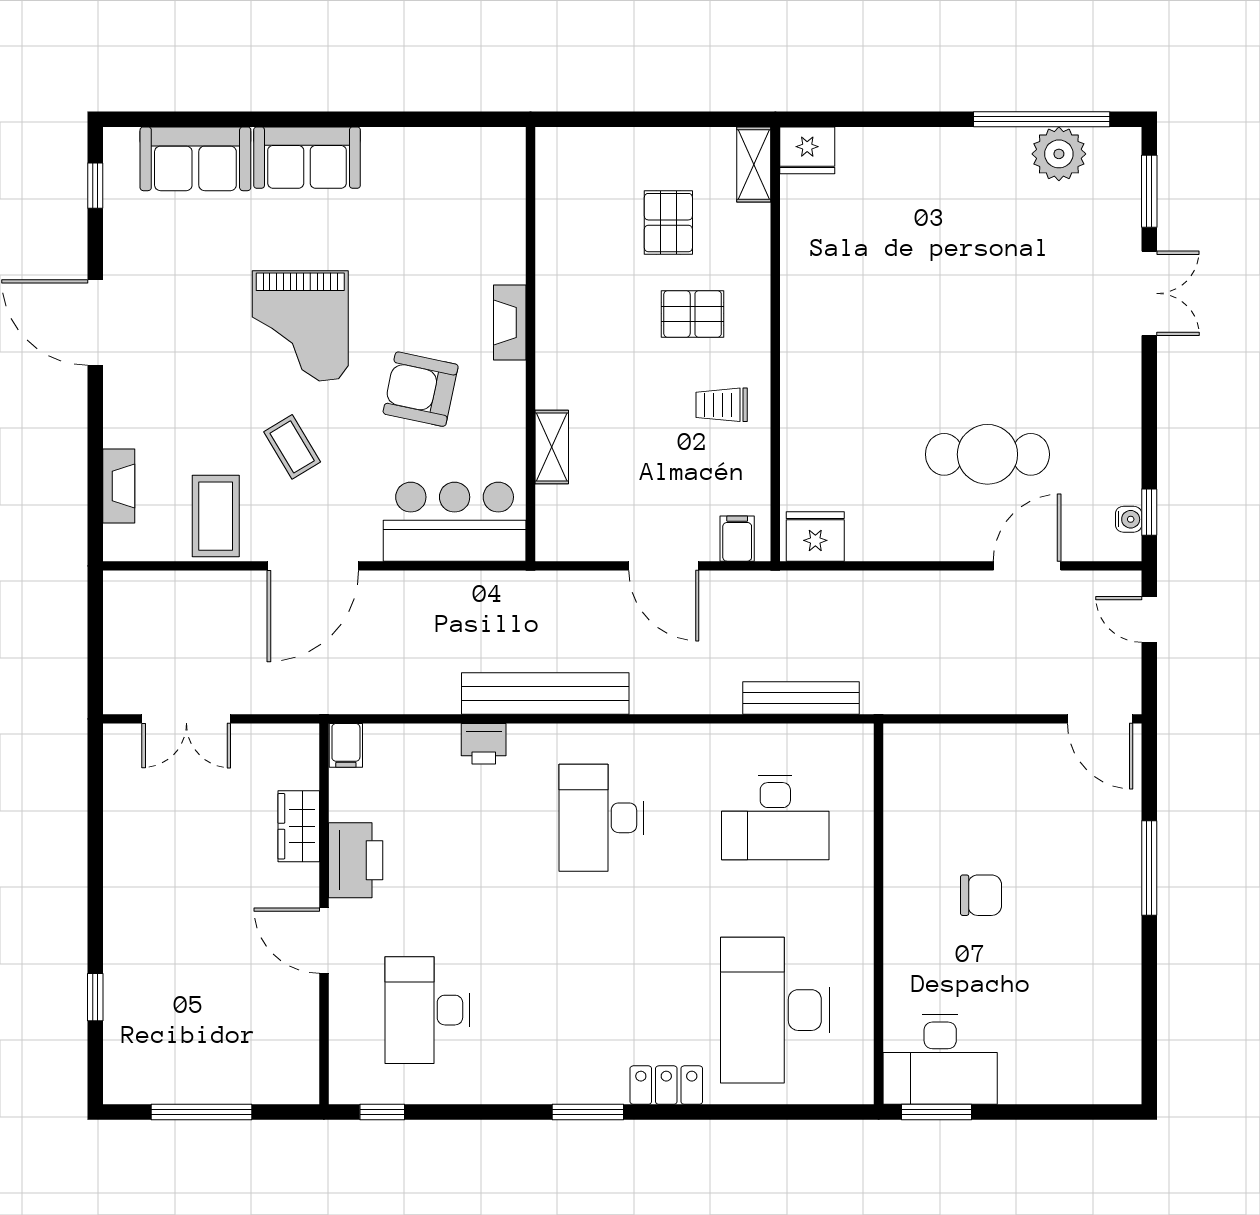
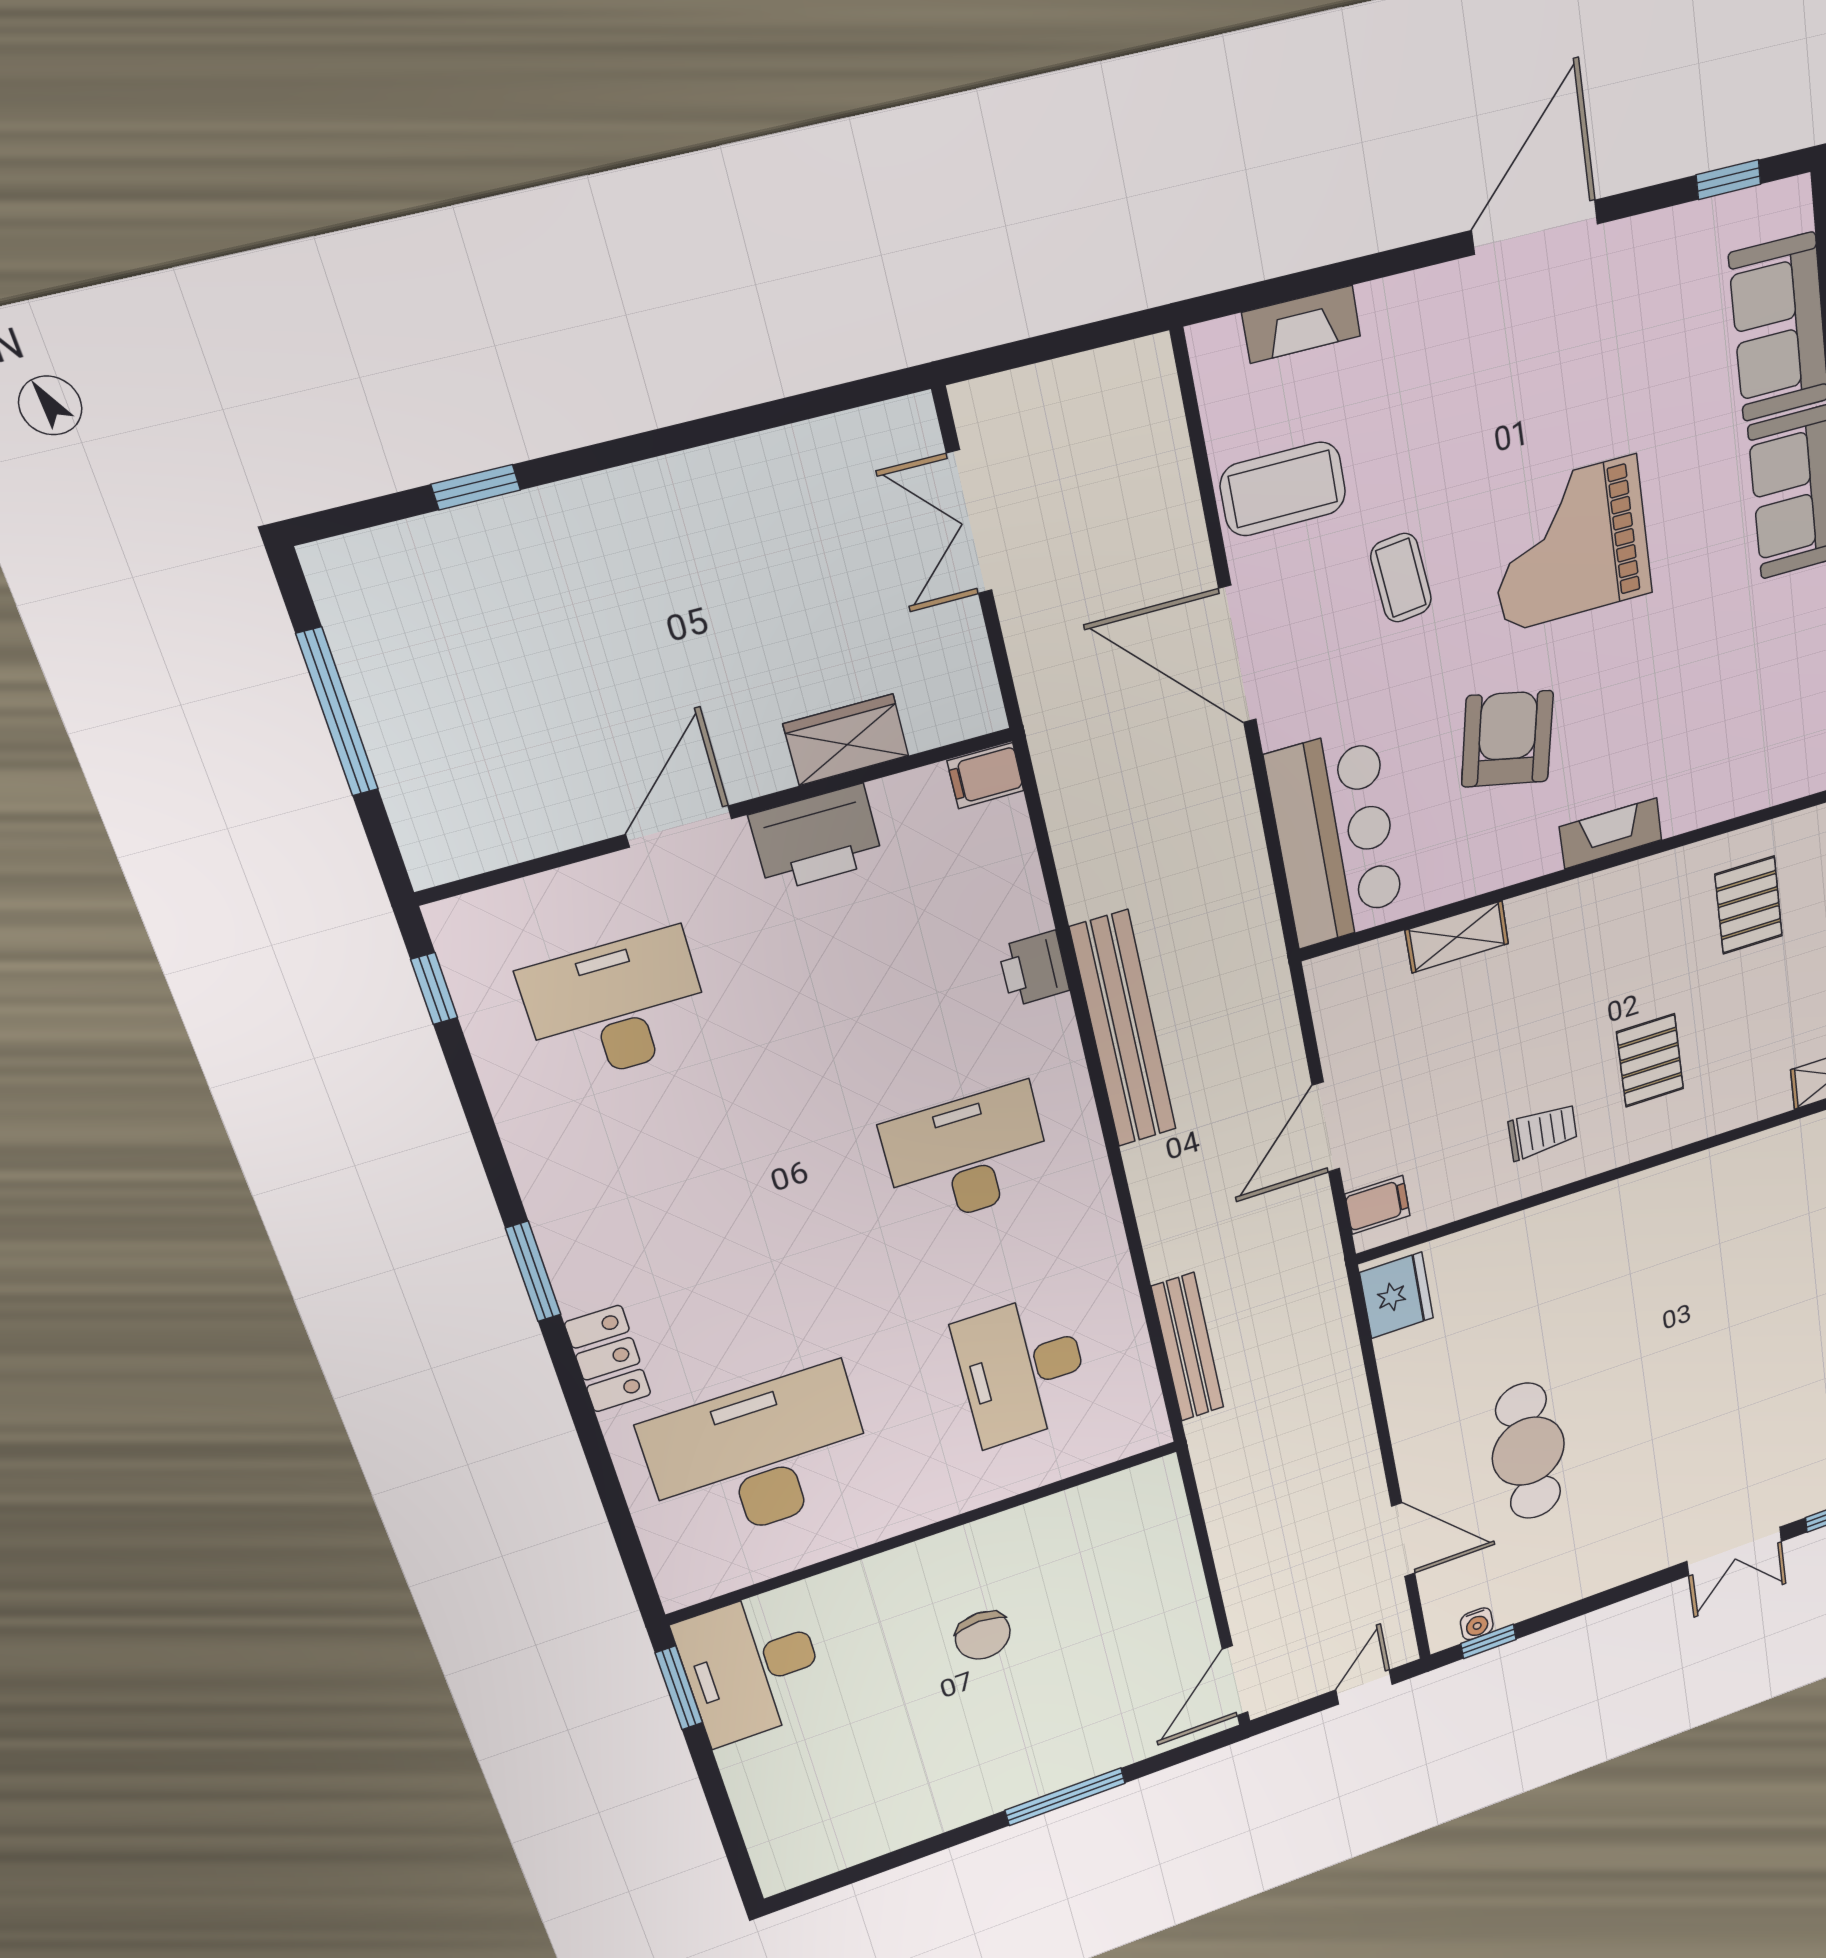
pallet: (668, 223) -> (1749, 905), moved, turned 90
trolley: (722, 405) -> (1543, 1132), turned 90
coffee table: (292, 447) -> (1401, 578), turned -65

